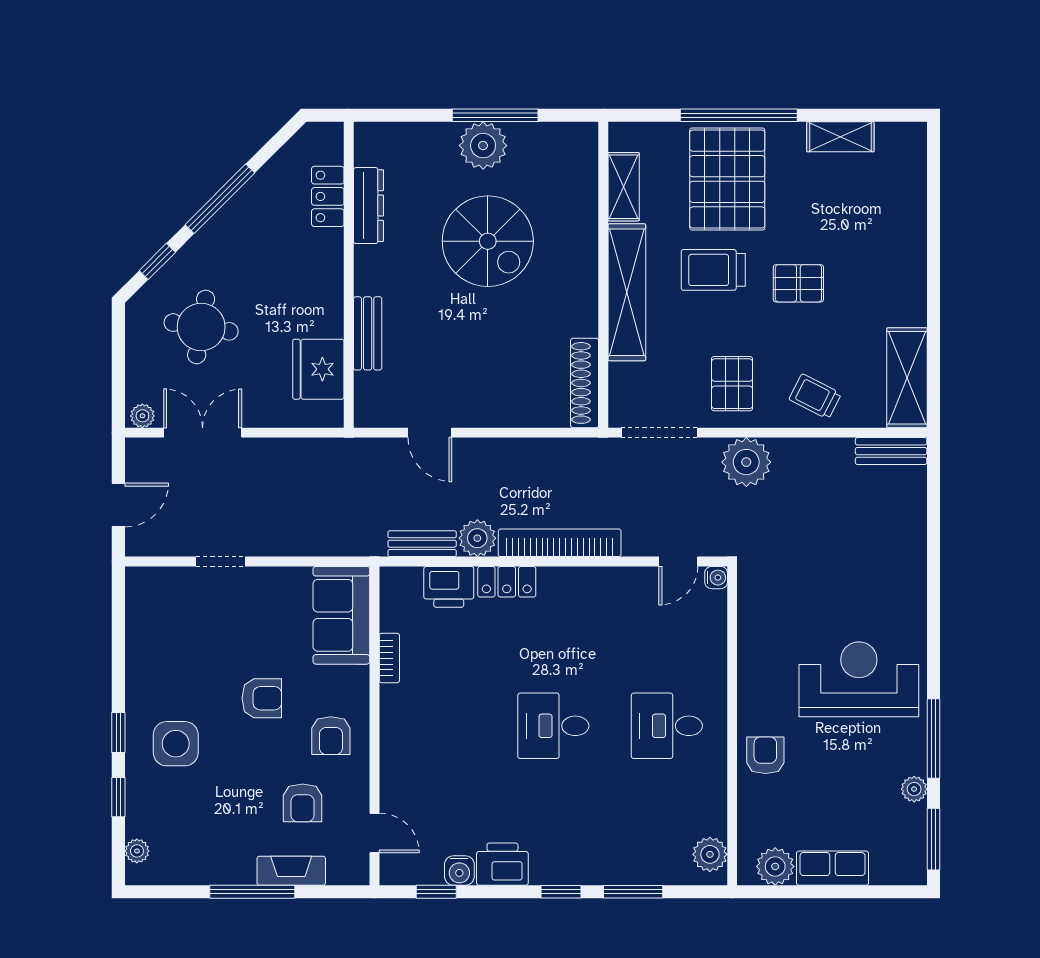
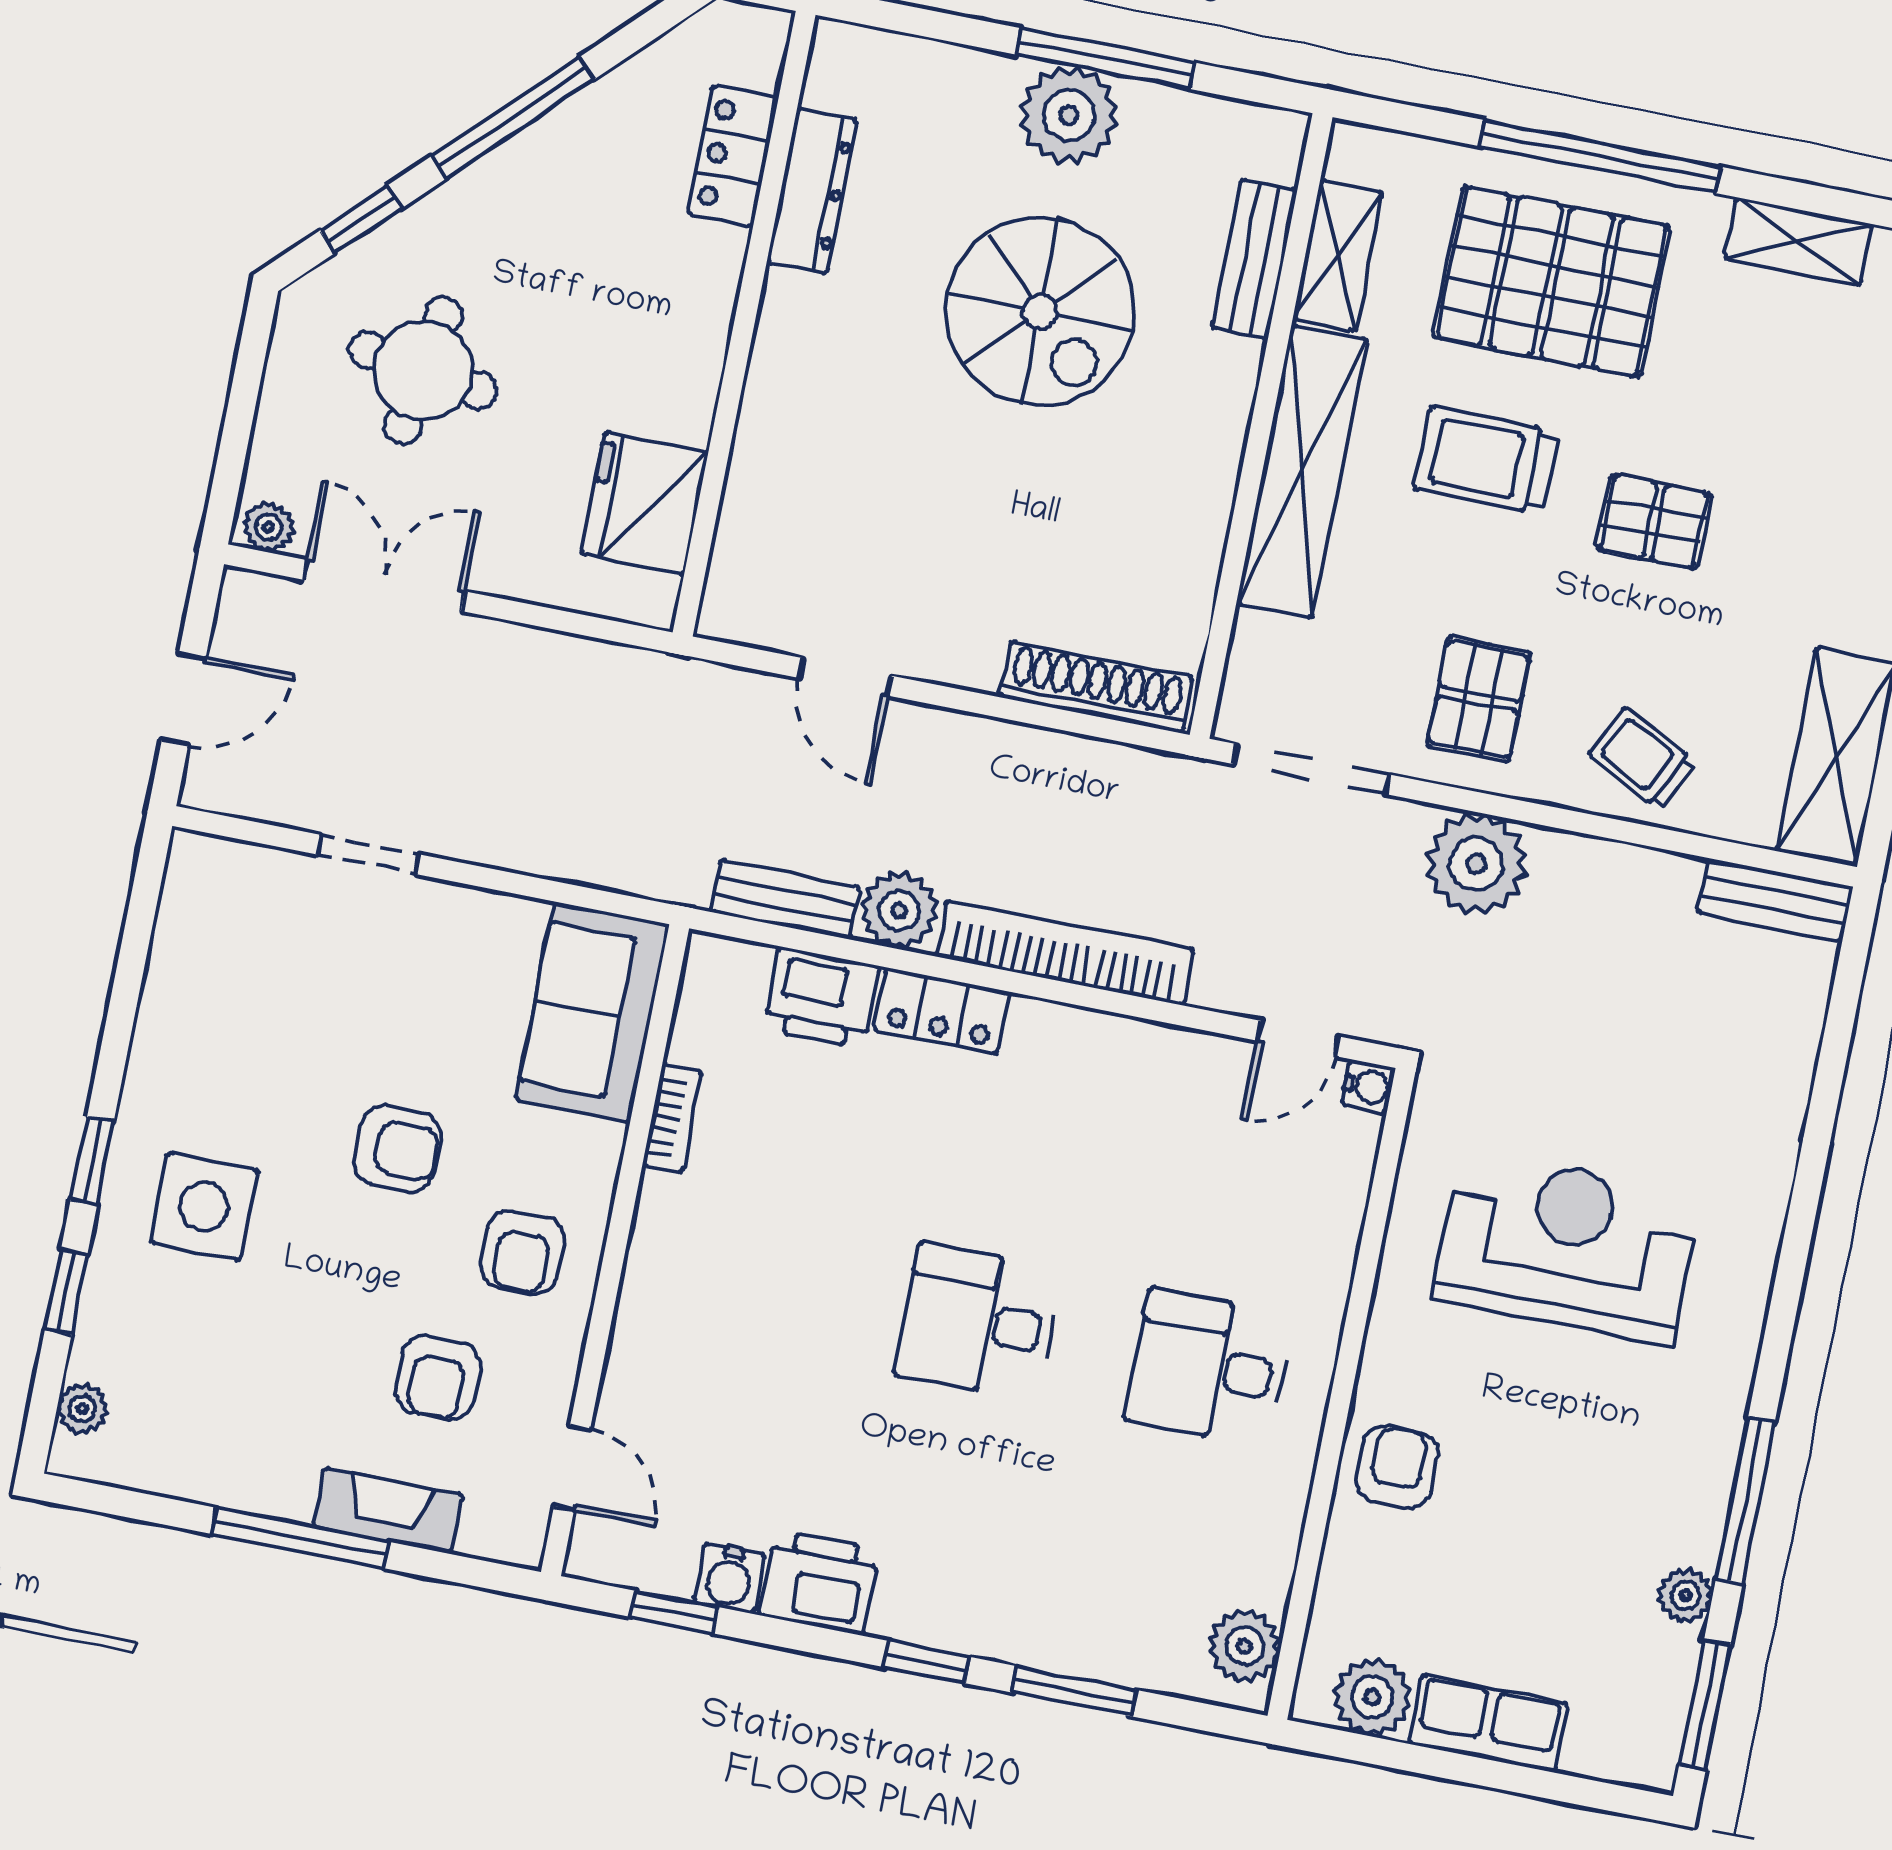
pallet: (727, 179) -> (1551, 281), turned 90
bench: (368, 333) -> (1254, 259), moved
shoe rack: (585, 383) -> (1097, 687), moved, turned 90
reception desk: (859, 679) -> (1567, 1246), moved

